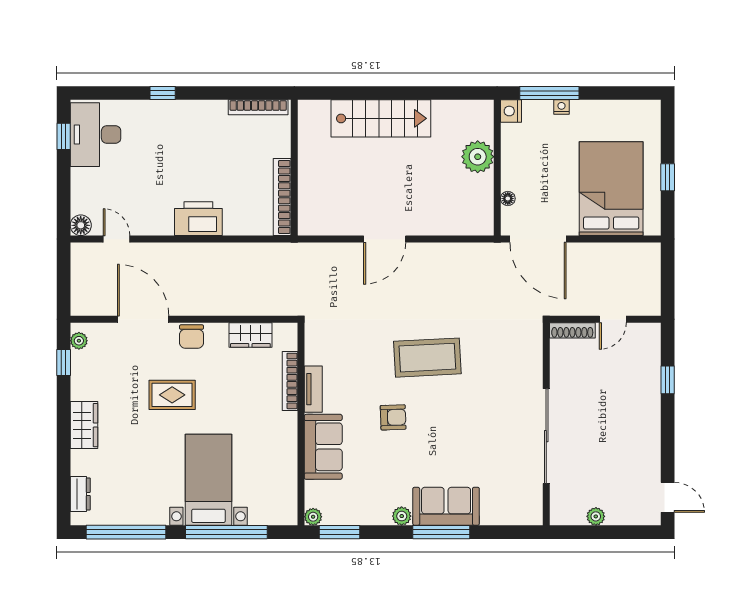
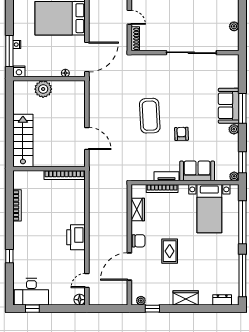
wall: (294, 168) -> (49, 169), moved
bookcase: (282, 197) -> (65, 175), moved
bed with nightstands: (208, 480) -> (209, 209), moved, turned -90

